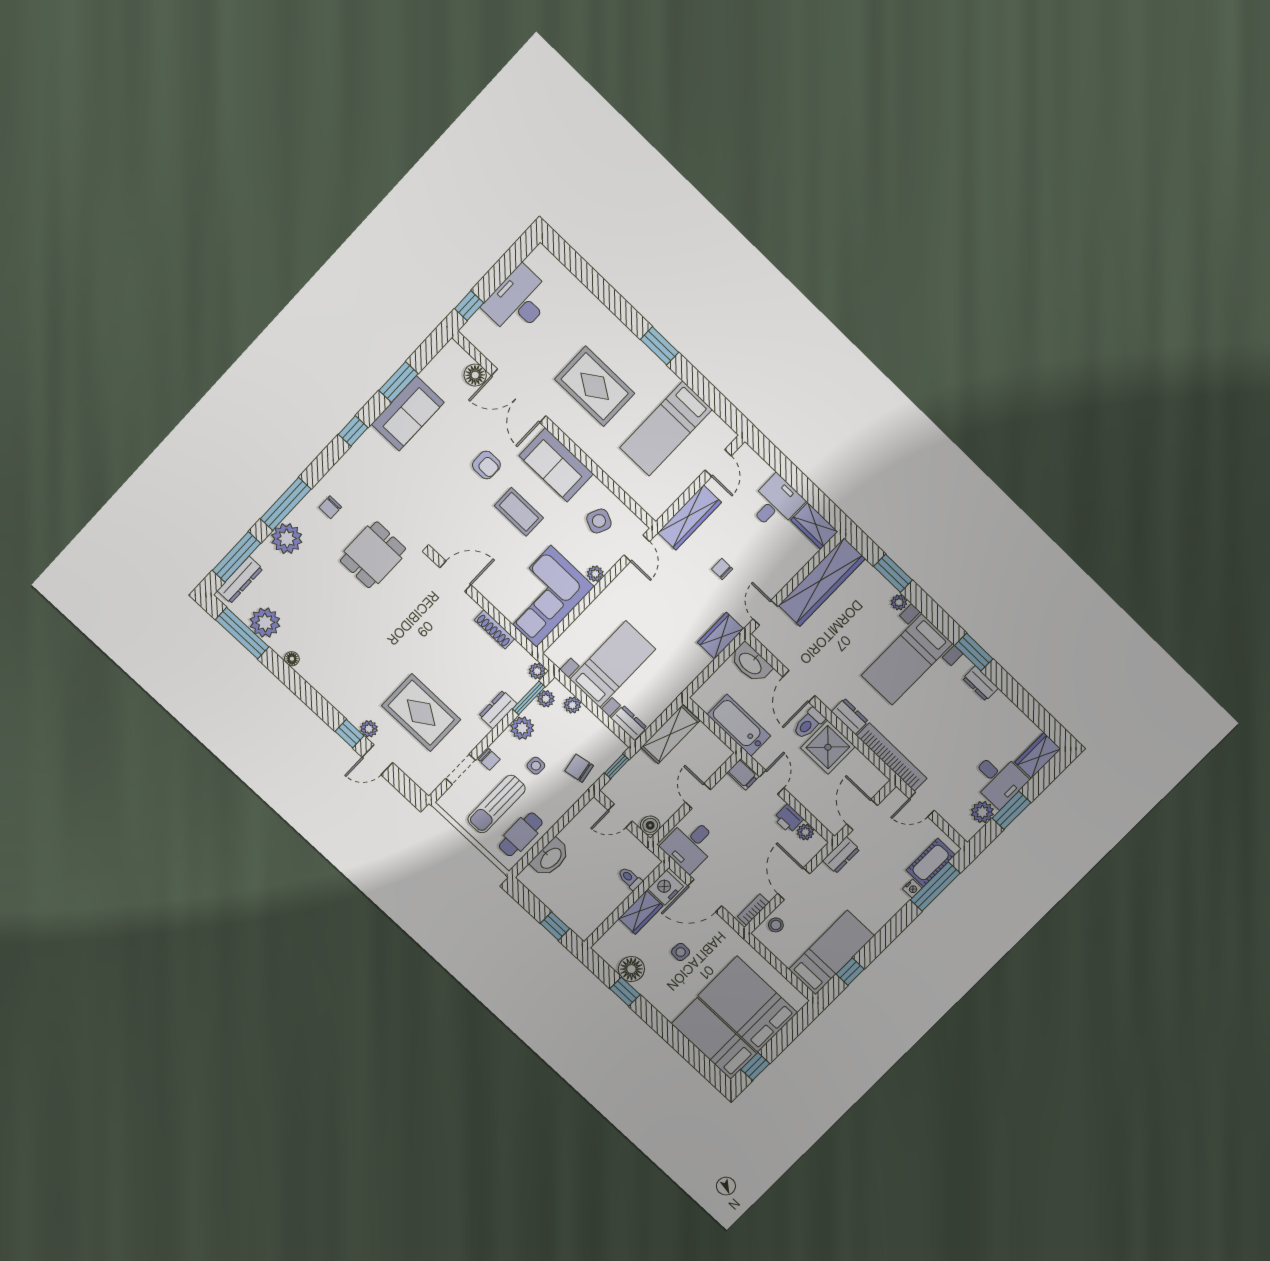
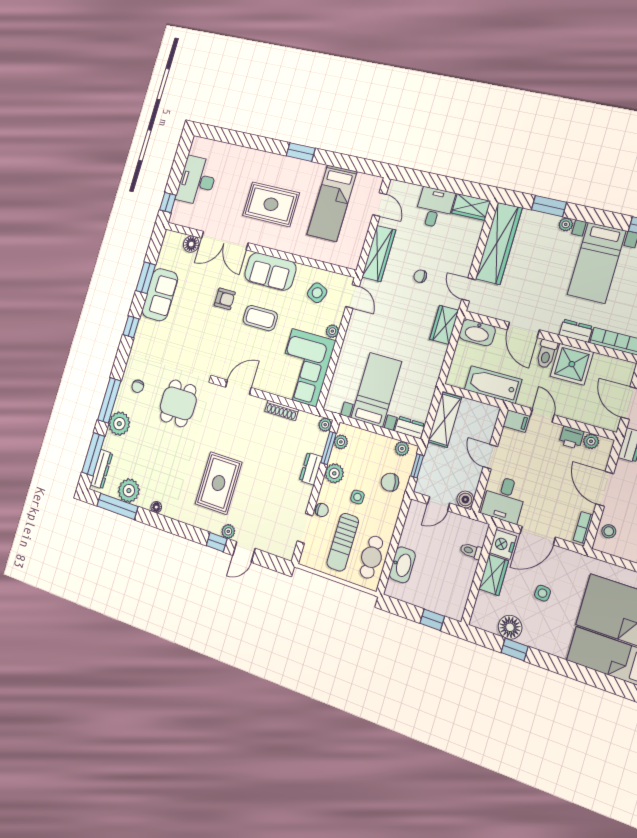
plant: (572, 705) -> (402, 449), moved
rug: (421, 713) -> (218, 483), moved, turned 90

